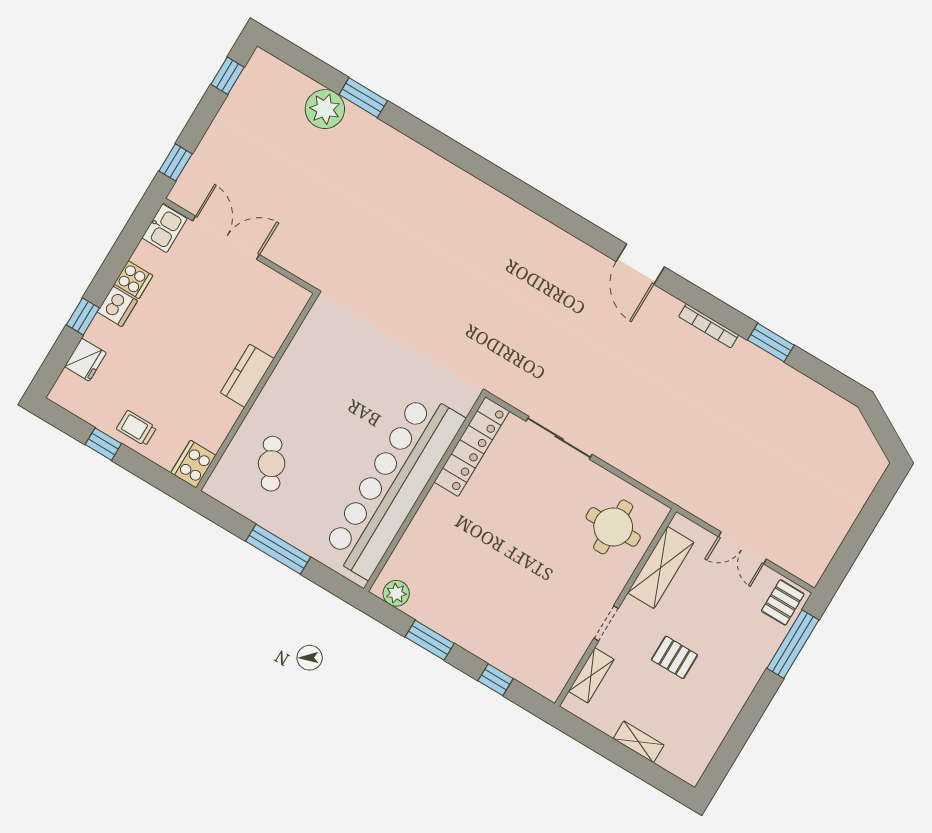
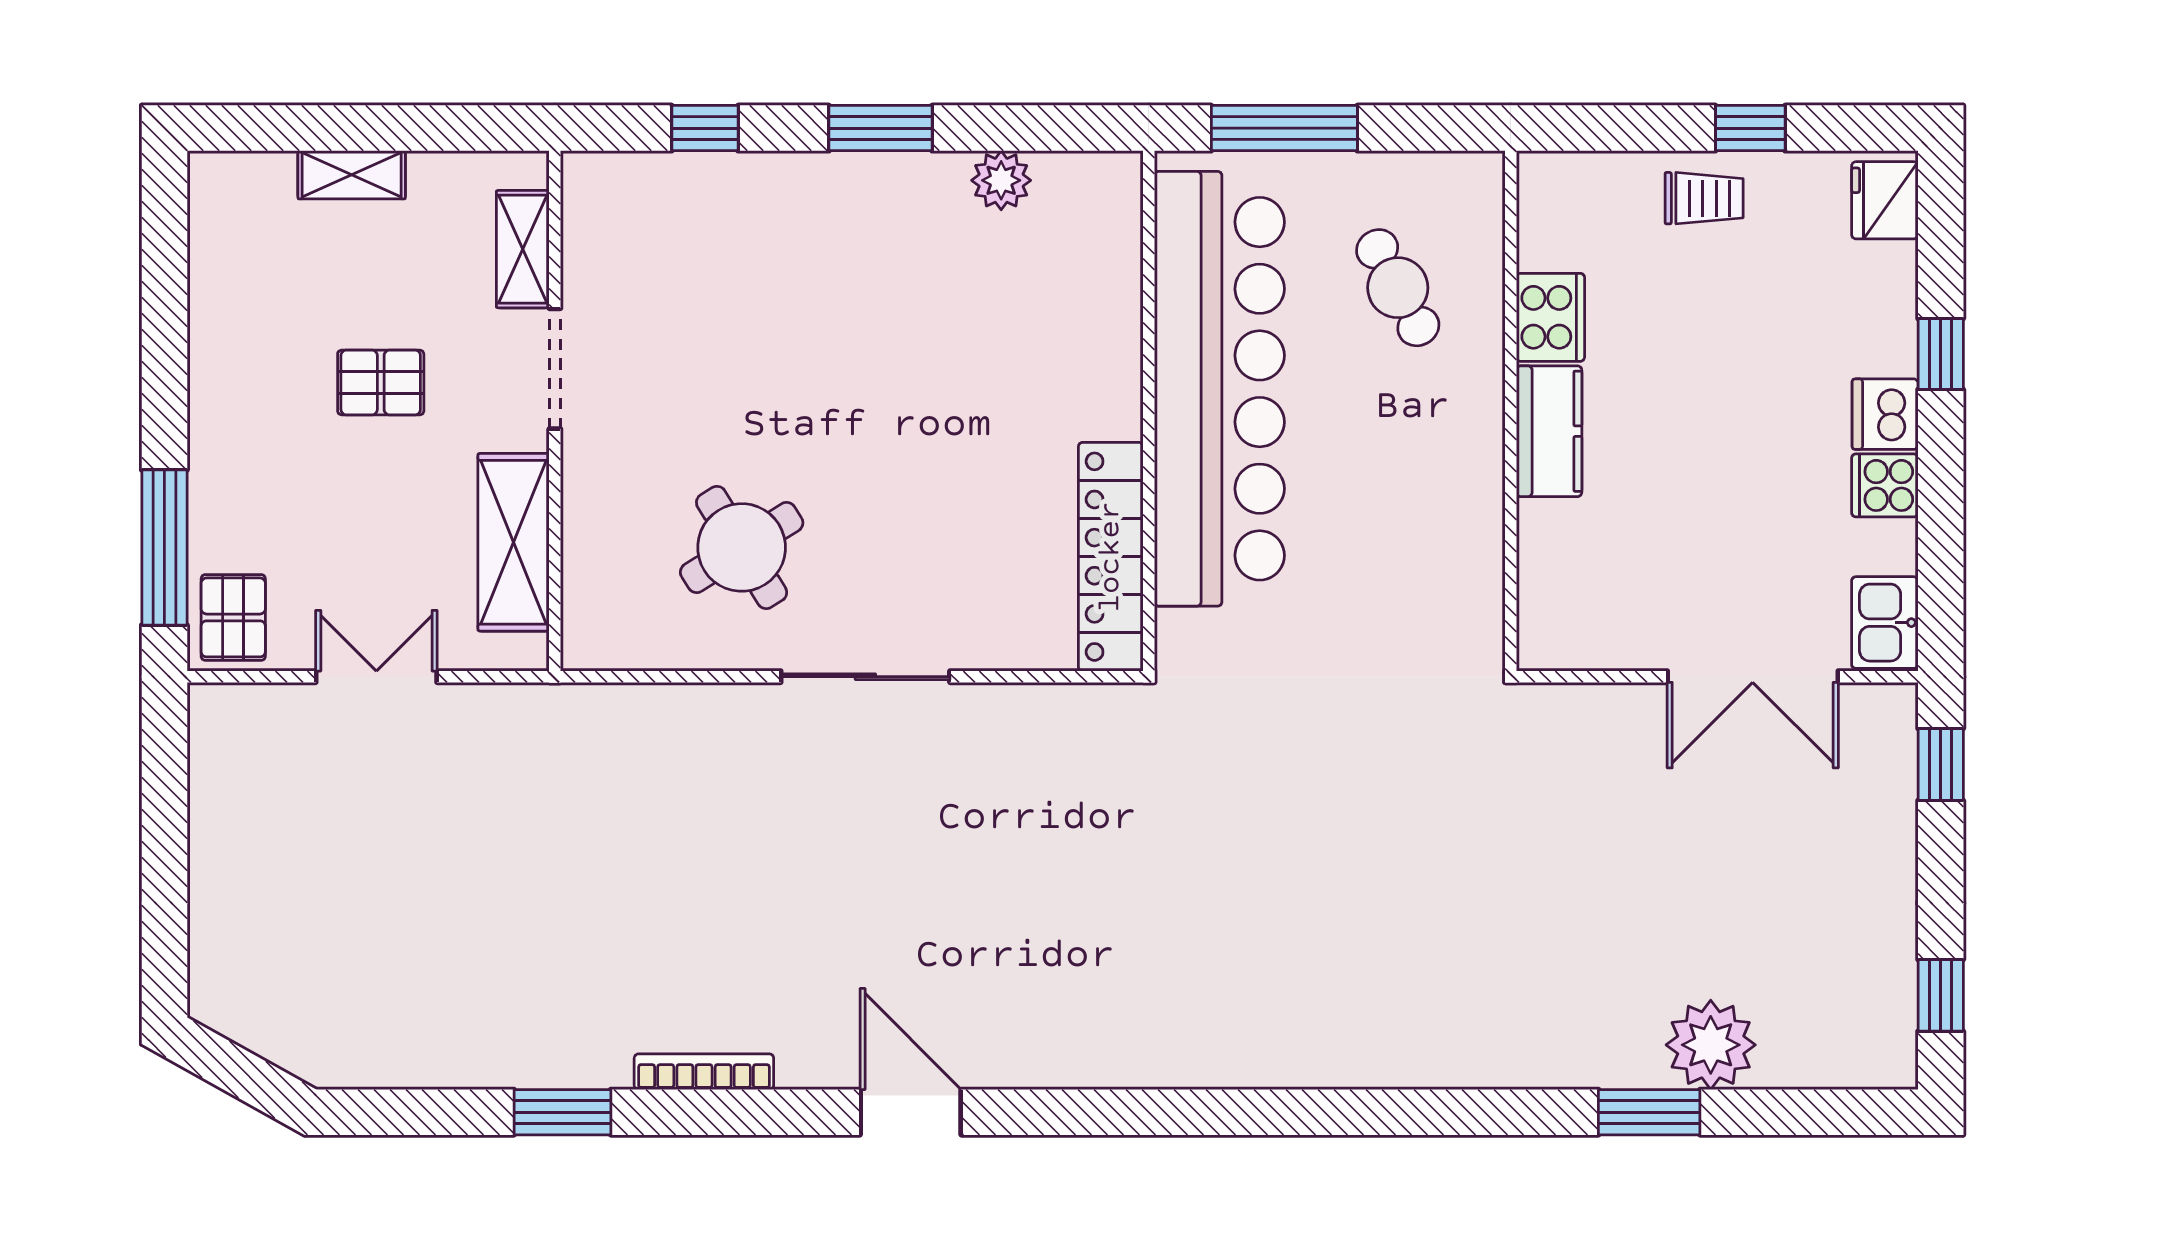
fridge: (85, 360) -> (1885, 200), moved
locker: (472, 447) -> (1111, 557), moved
cooker: (193, 464) -> (1550, 317), moved
bar counter: (393, 485) -> (1219, 389), moved
wall: (425, 493) -> (1149, 411), moved
round table: (613, 527) -> (742, 547), moved, turned -32
doorway: (606, 623) -> (555, 369), width x1.38

